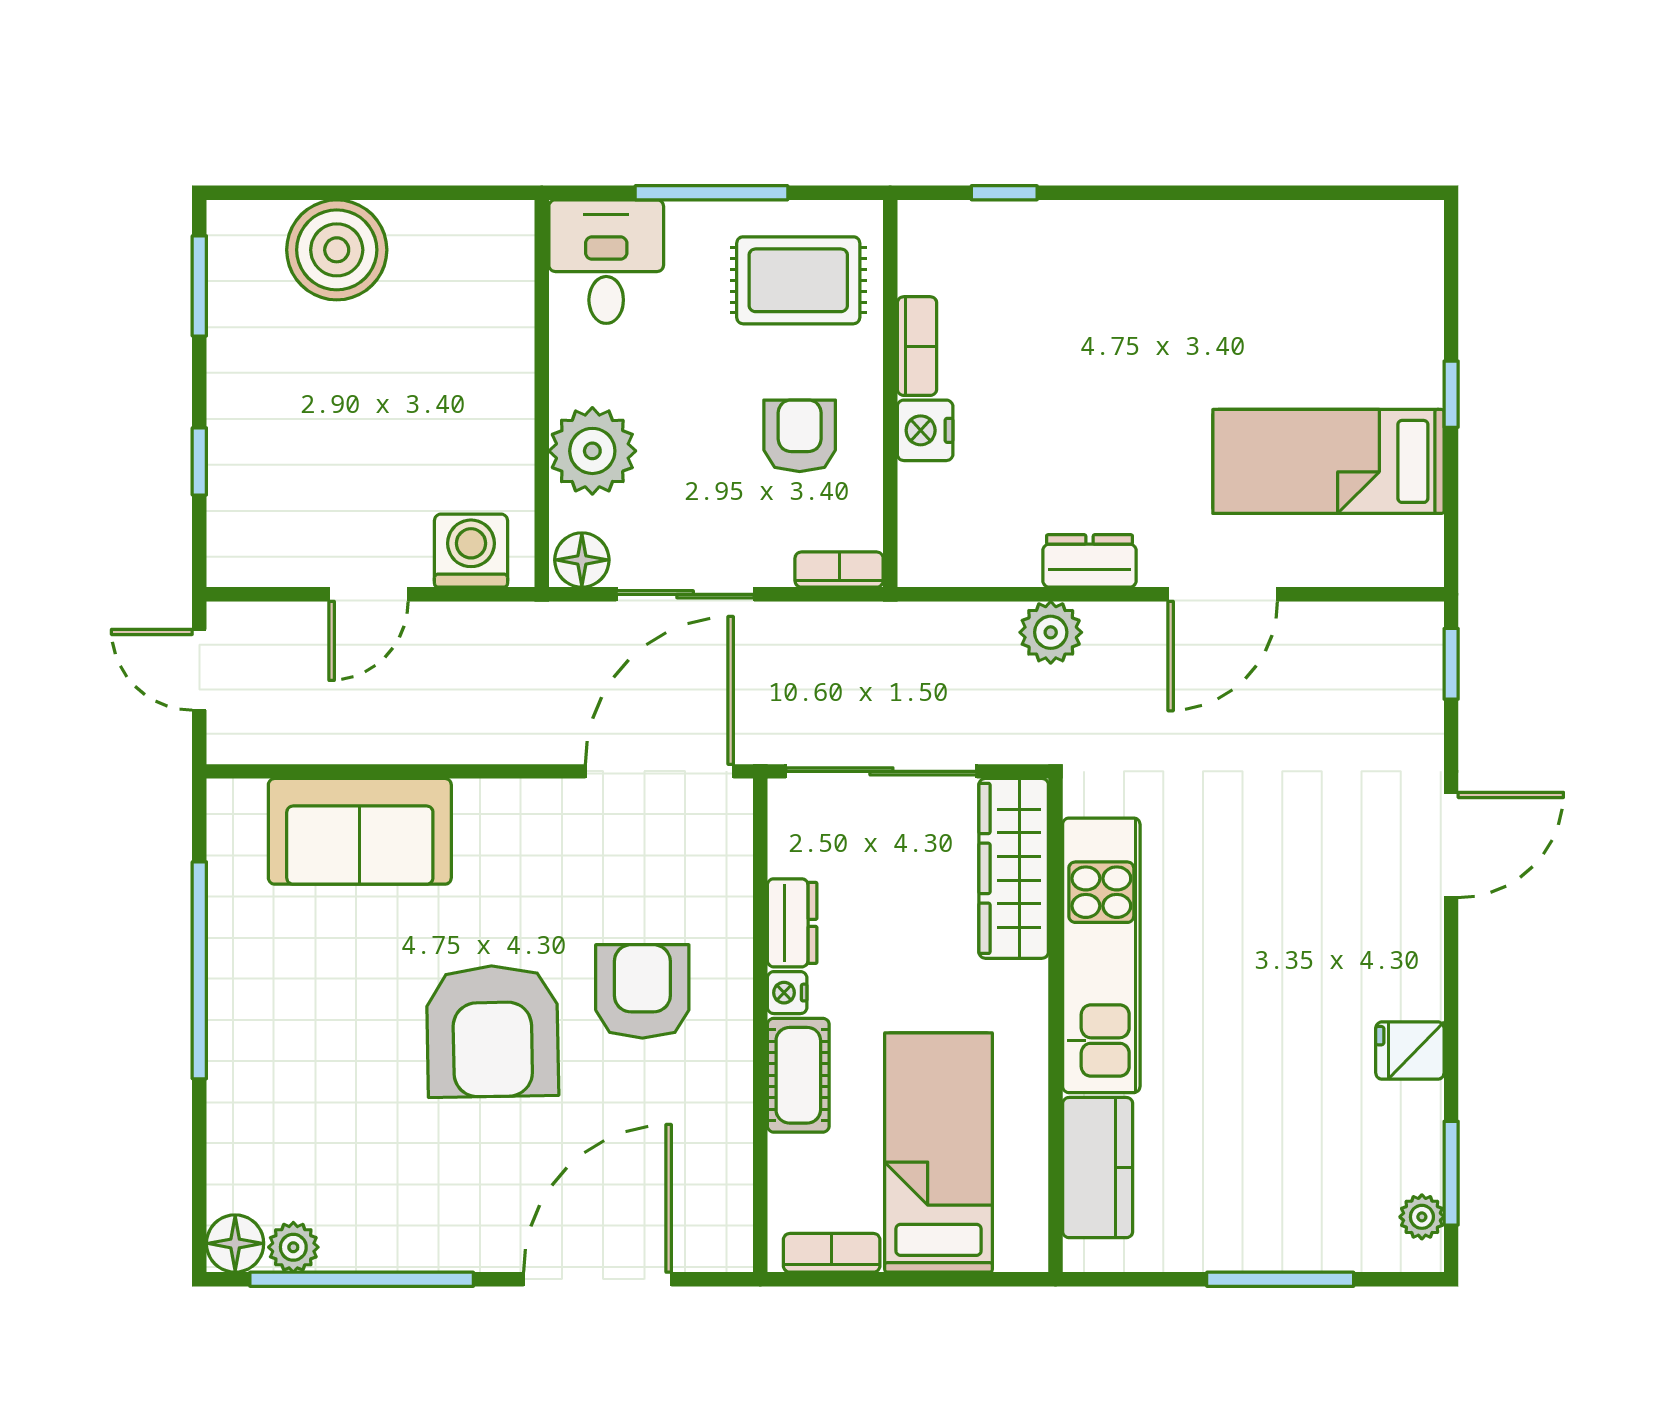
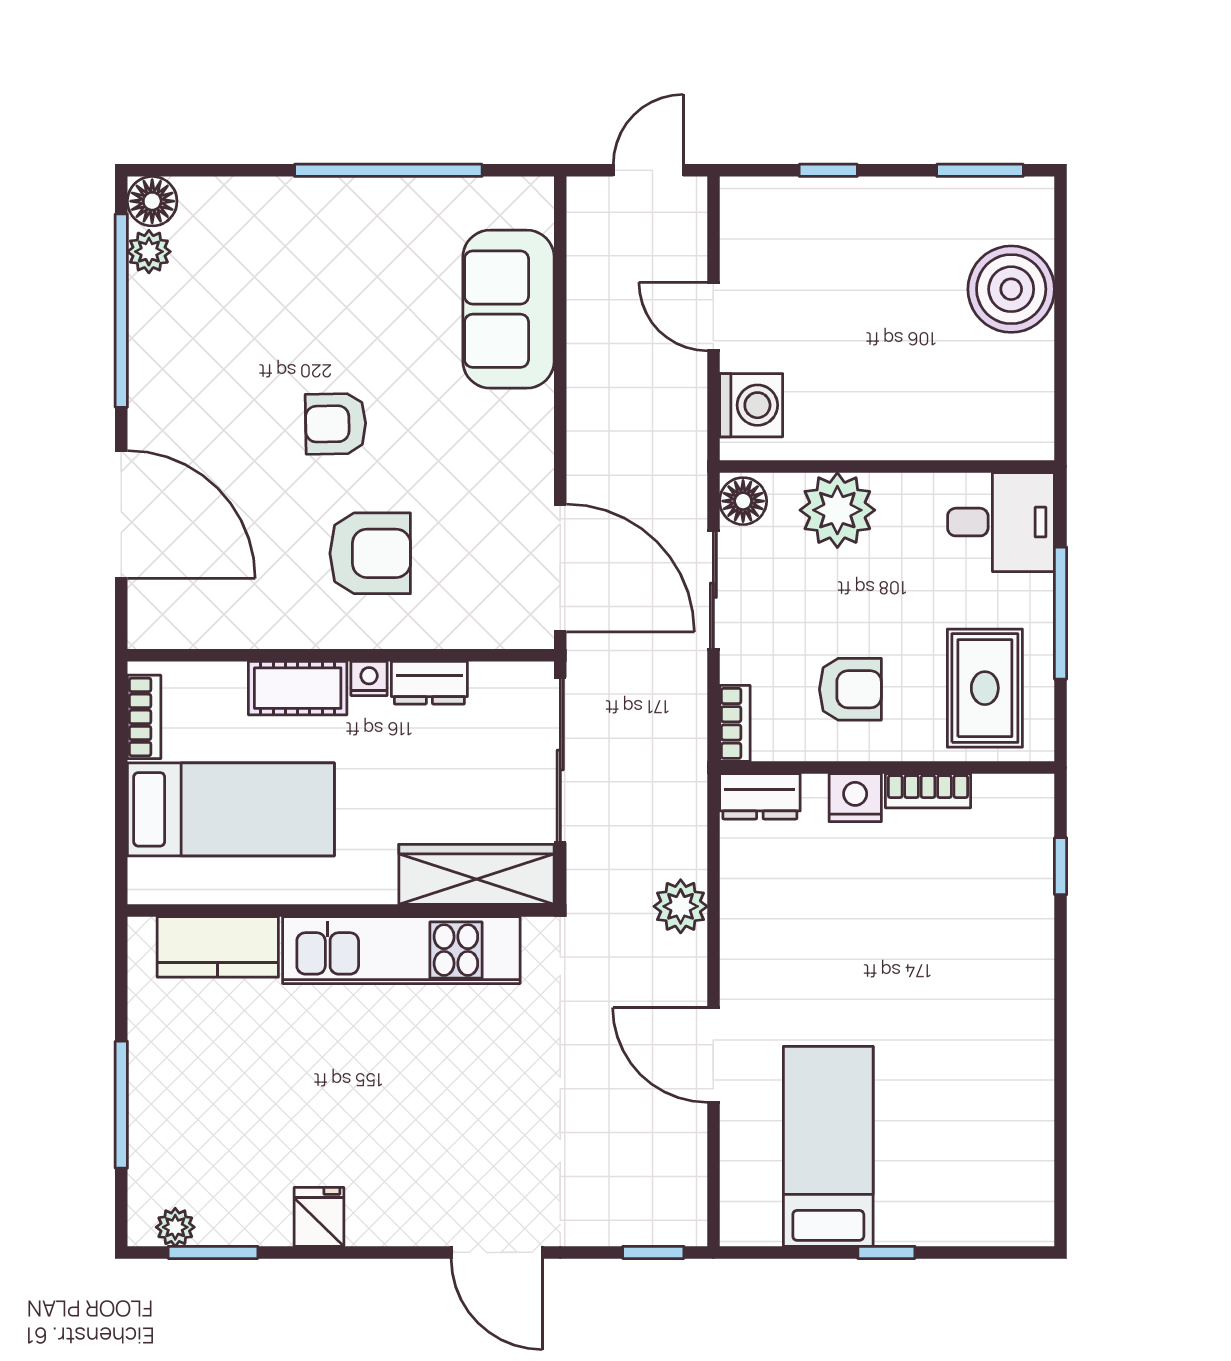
dresser: (1090, 561) -> (760, 796), moved, turned 90
armchair: (492, 1031) -> (336, 424), width x0.53, depth x0.53

